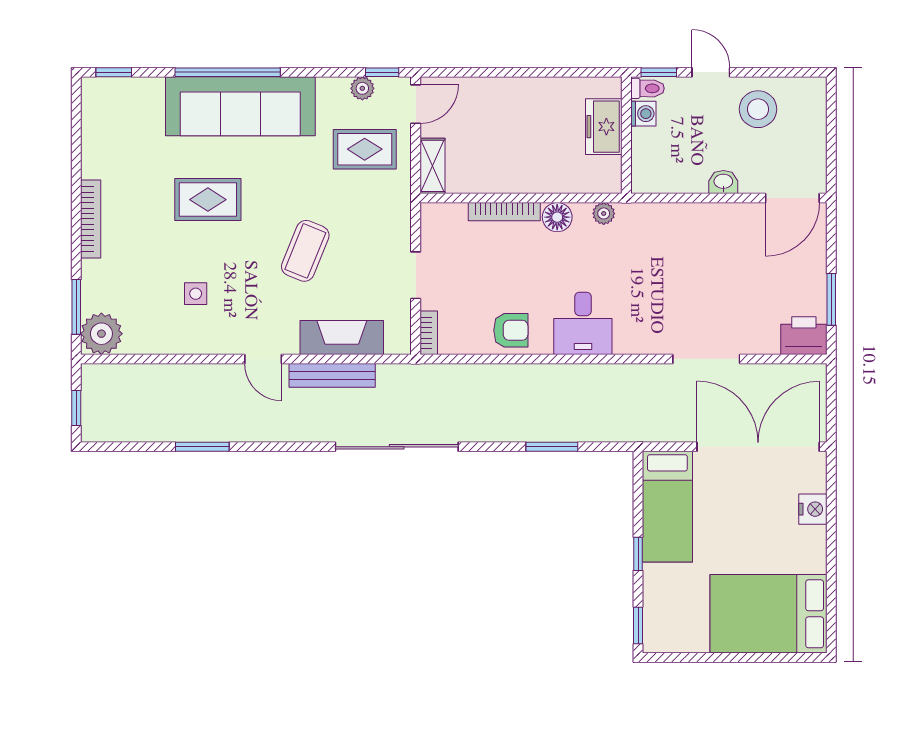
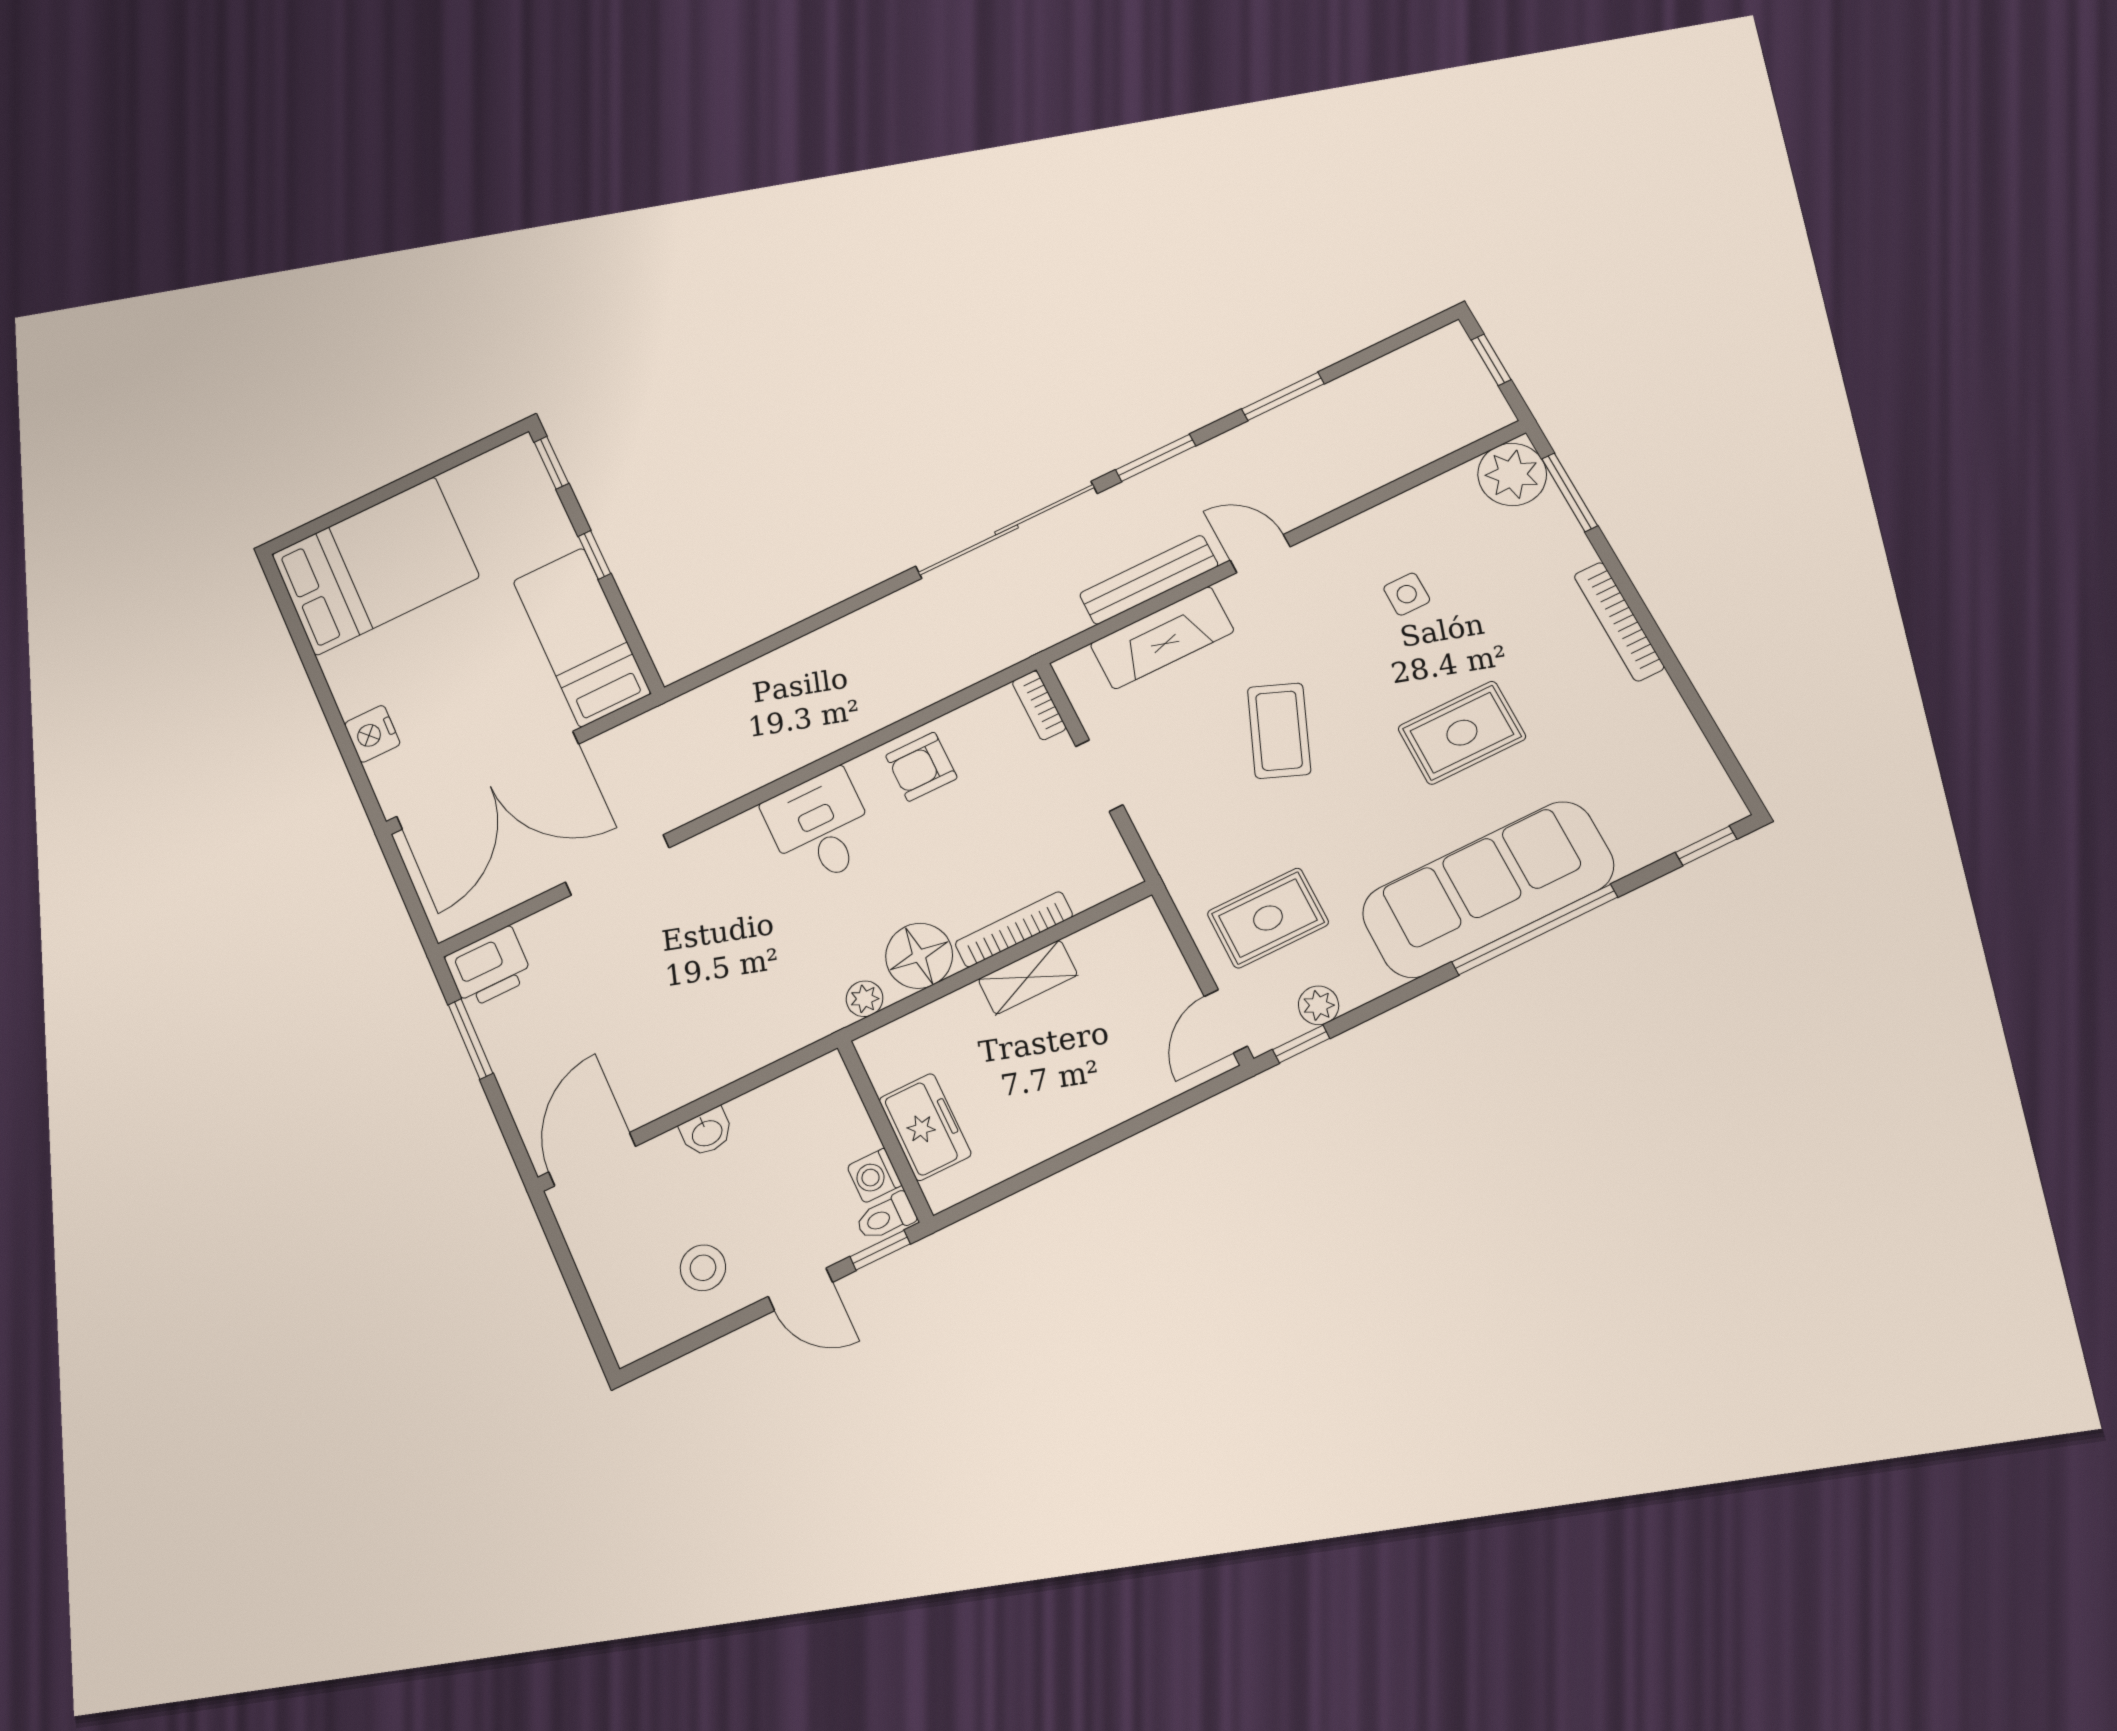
stool: (758, 109) -> (703, 1268), width x0.73, depth x0.73
shelving: (432, 166) -> (1028, 977), moved, turned 90
floor lamp: (557, 217) -> (919, 956), width x1.38, depth x1.38
window: (552, 447) -> (1156, 458), moved

